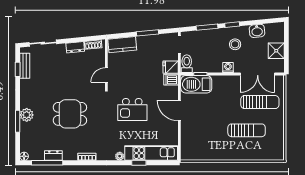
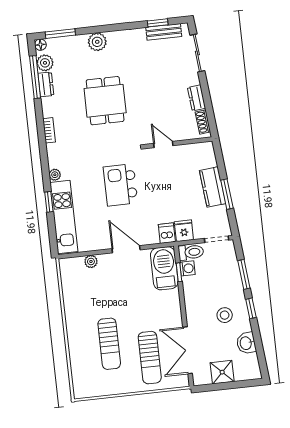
kitchen counter: (122, 45) -> (213, 187), moved
washing machine: (228, 68) -> (187, 268), moved
door: (179, 110) -> (126, 249), hinge flipped
window: (18, 121) -> (60, 34), moved
plant: (185, 137) -> (91, 261), added
plant: (38, 154) -> (45, 63), added

